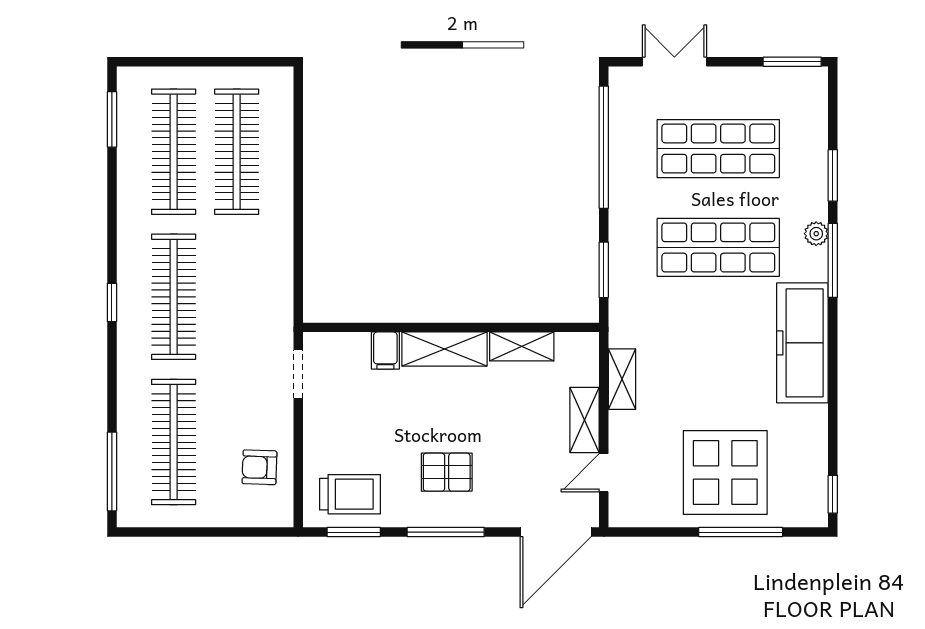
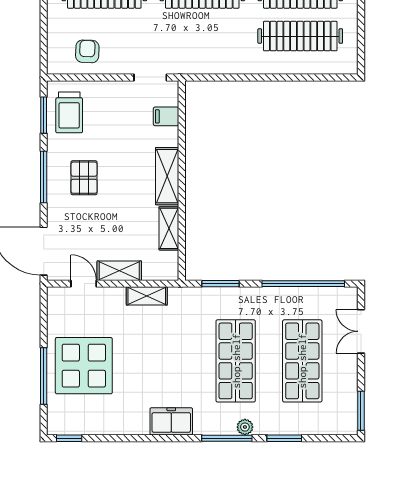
double door: (674, 62) -> (361, 331), swing flipped
freezer: (802, 343) -> (171, 421), width x0.52, depth x0.79
filing cabinet: (385, 351) -> (166, 116), moved

